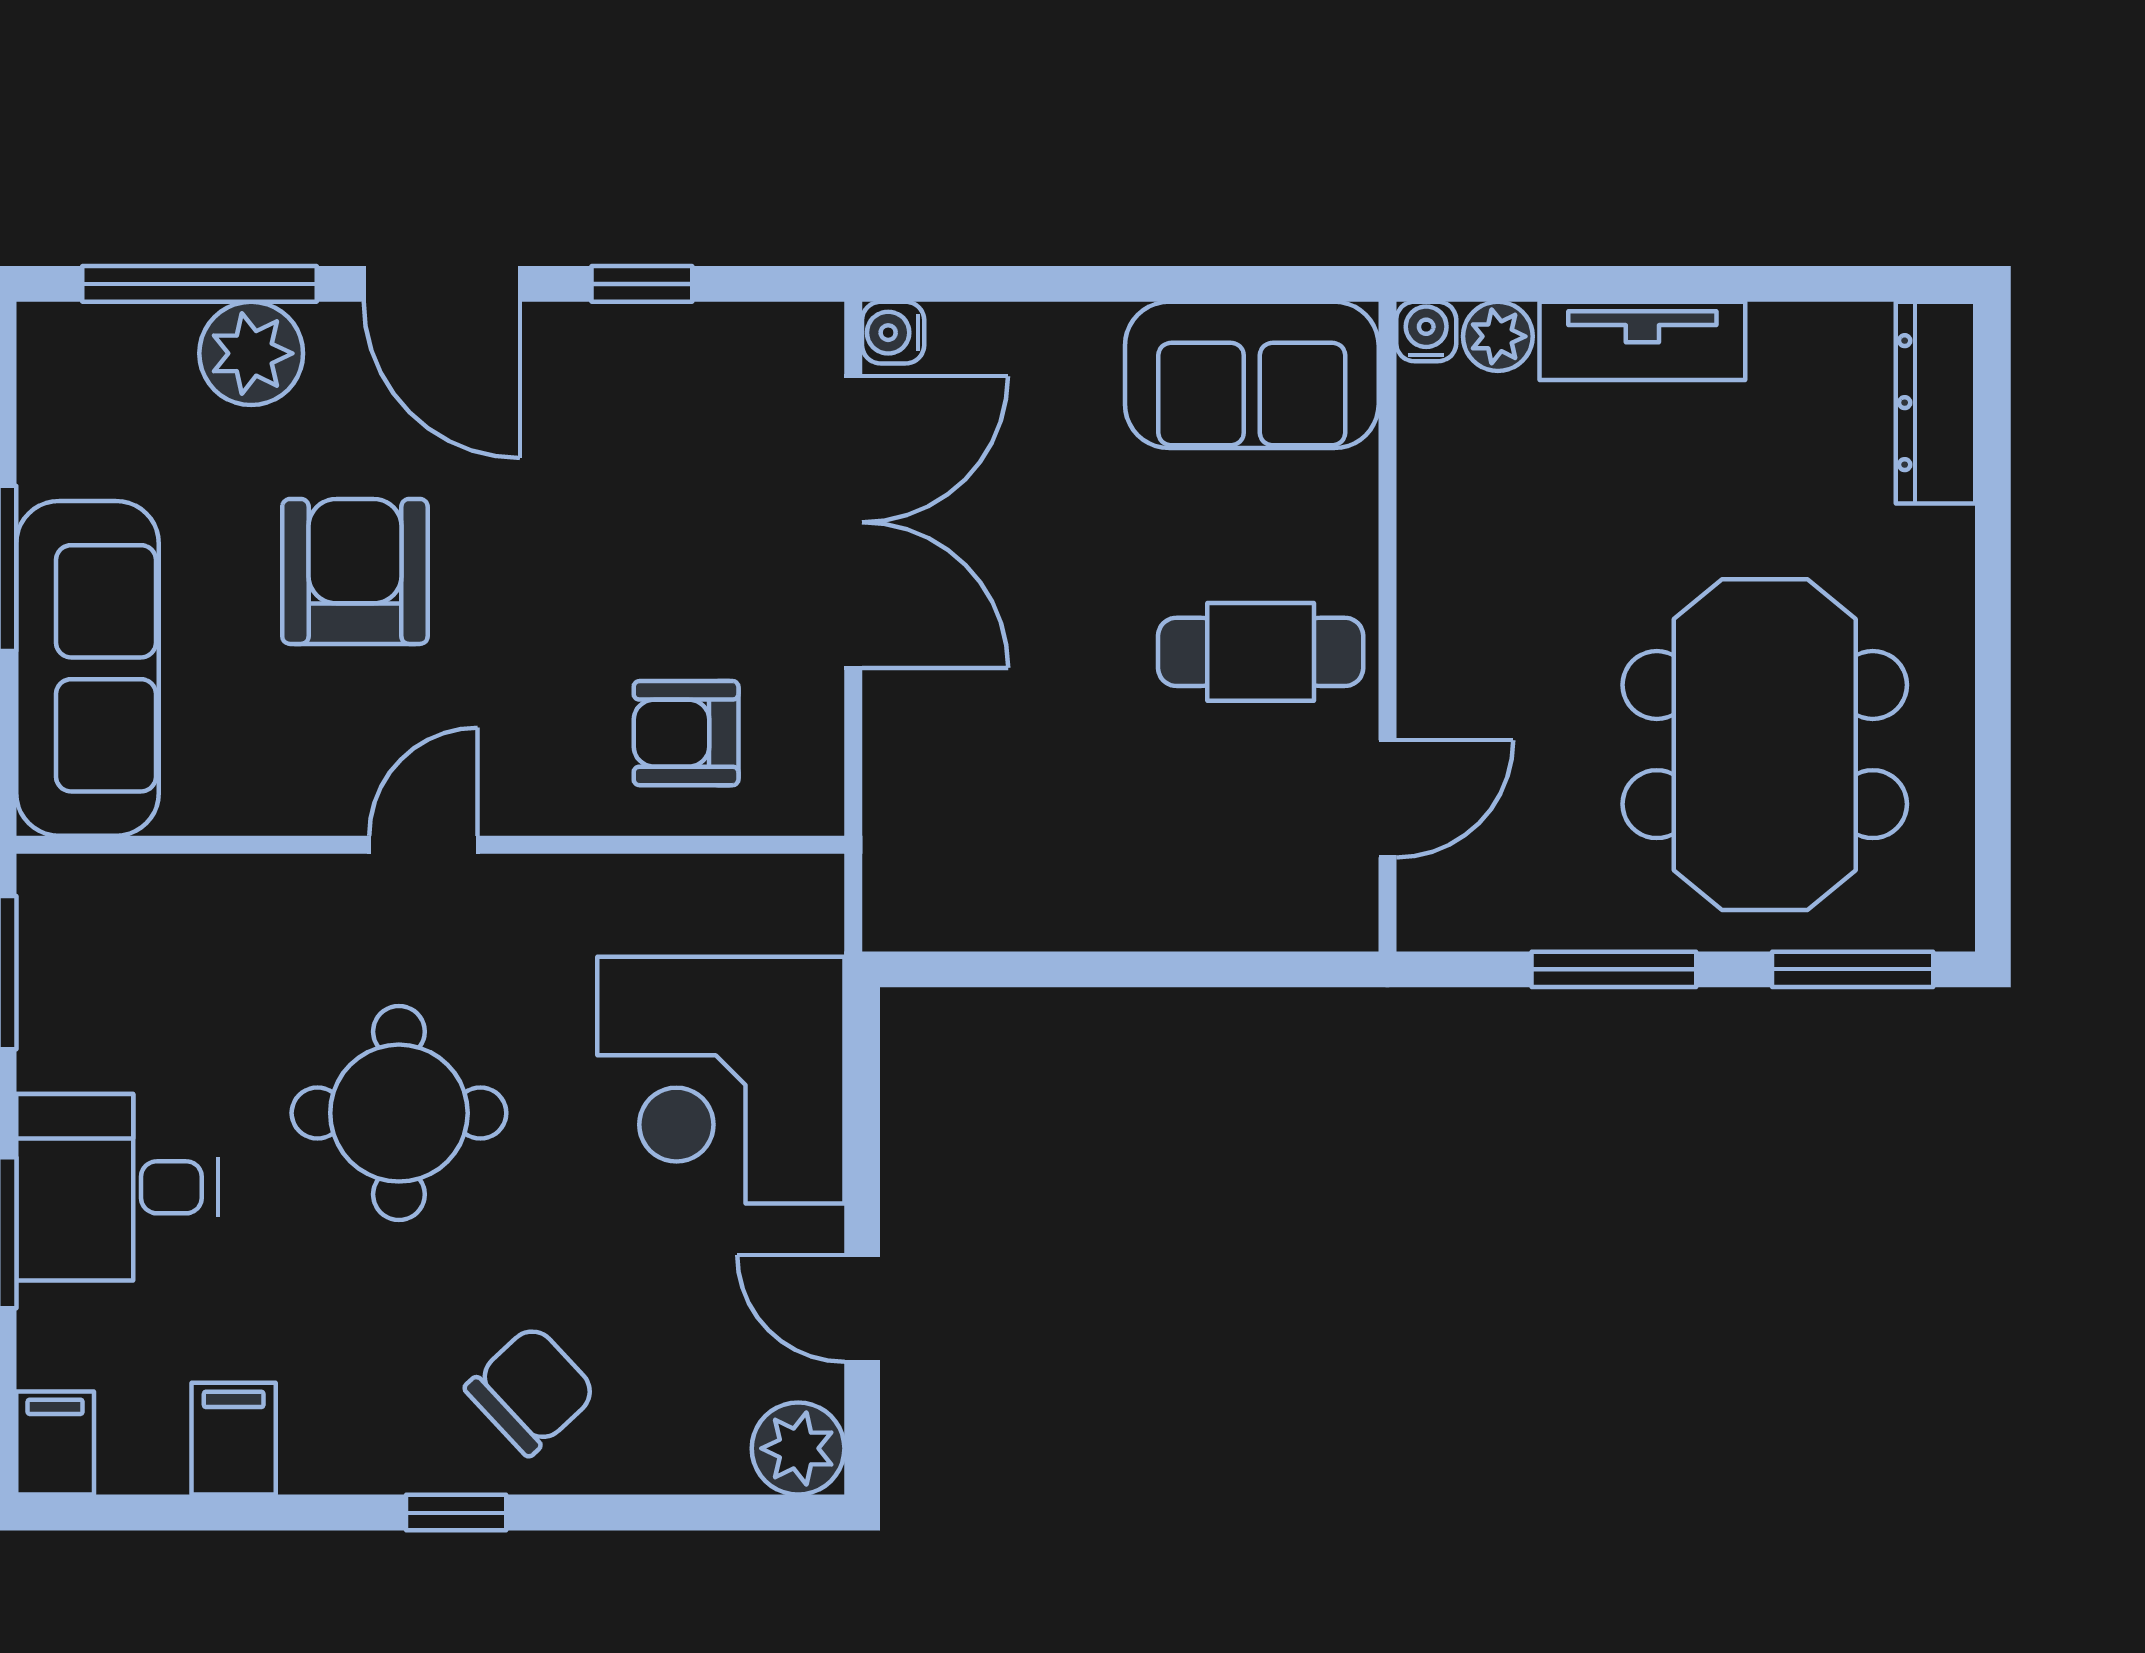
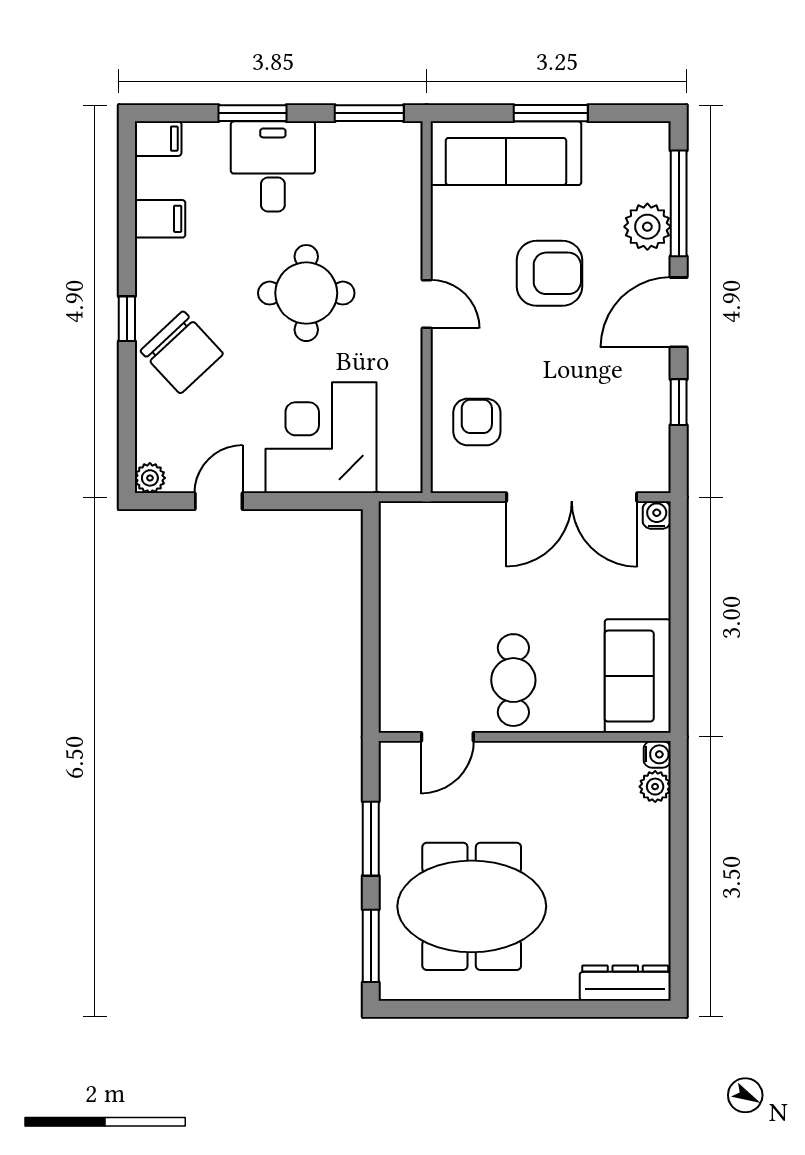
tv unit: (1642, 341) -> (653, 851), removed
door: (1387, 799) -> (447, 737), hinge flipped
chair: (531, 1390) -> (182, 352), width x1.37, depth x1.37
plant: (798, 1448) -> (150, 478), width x0.73, depth x0.73

